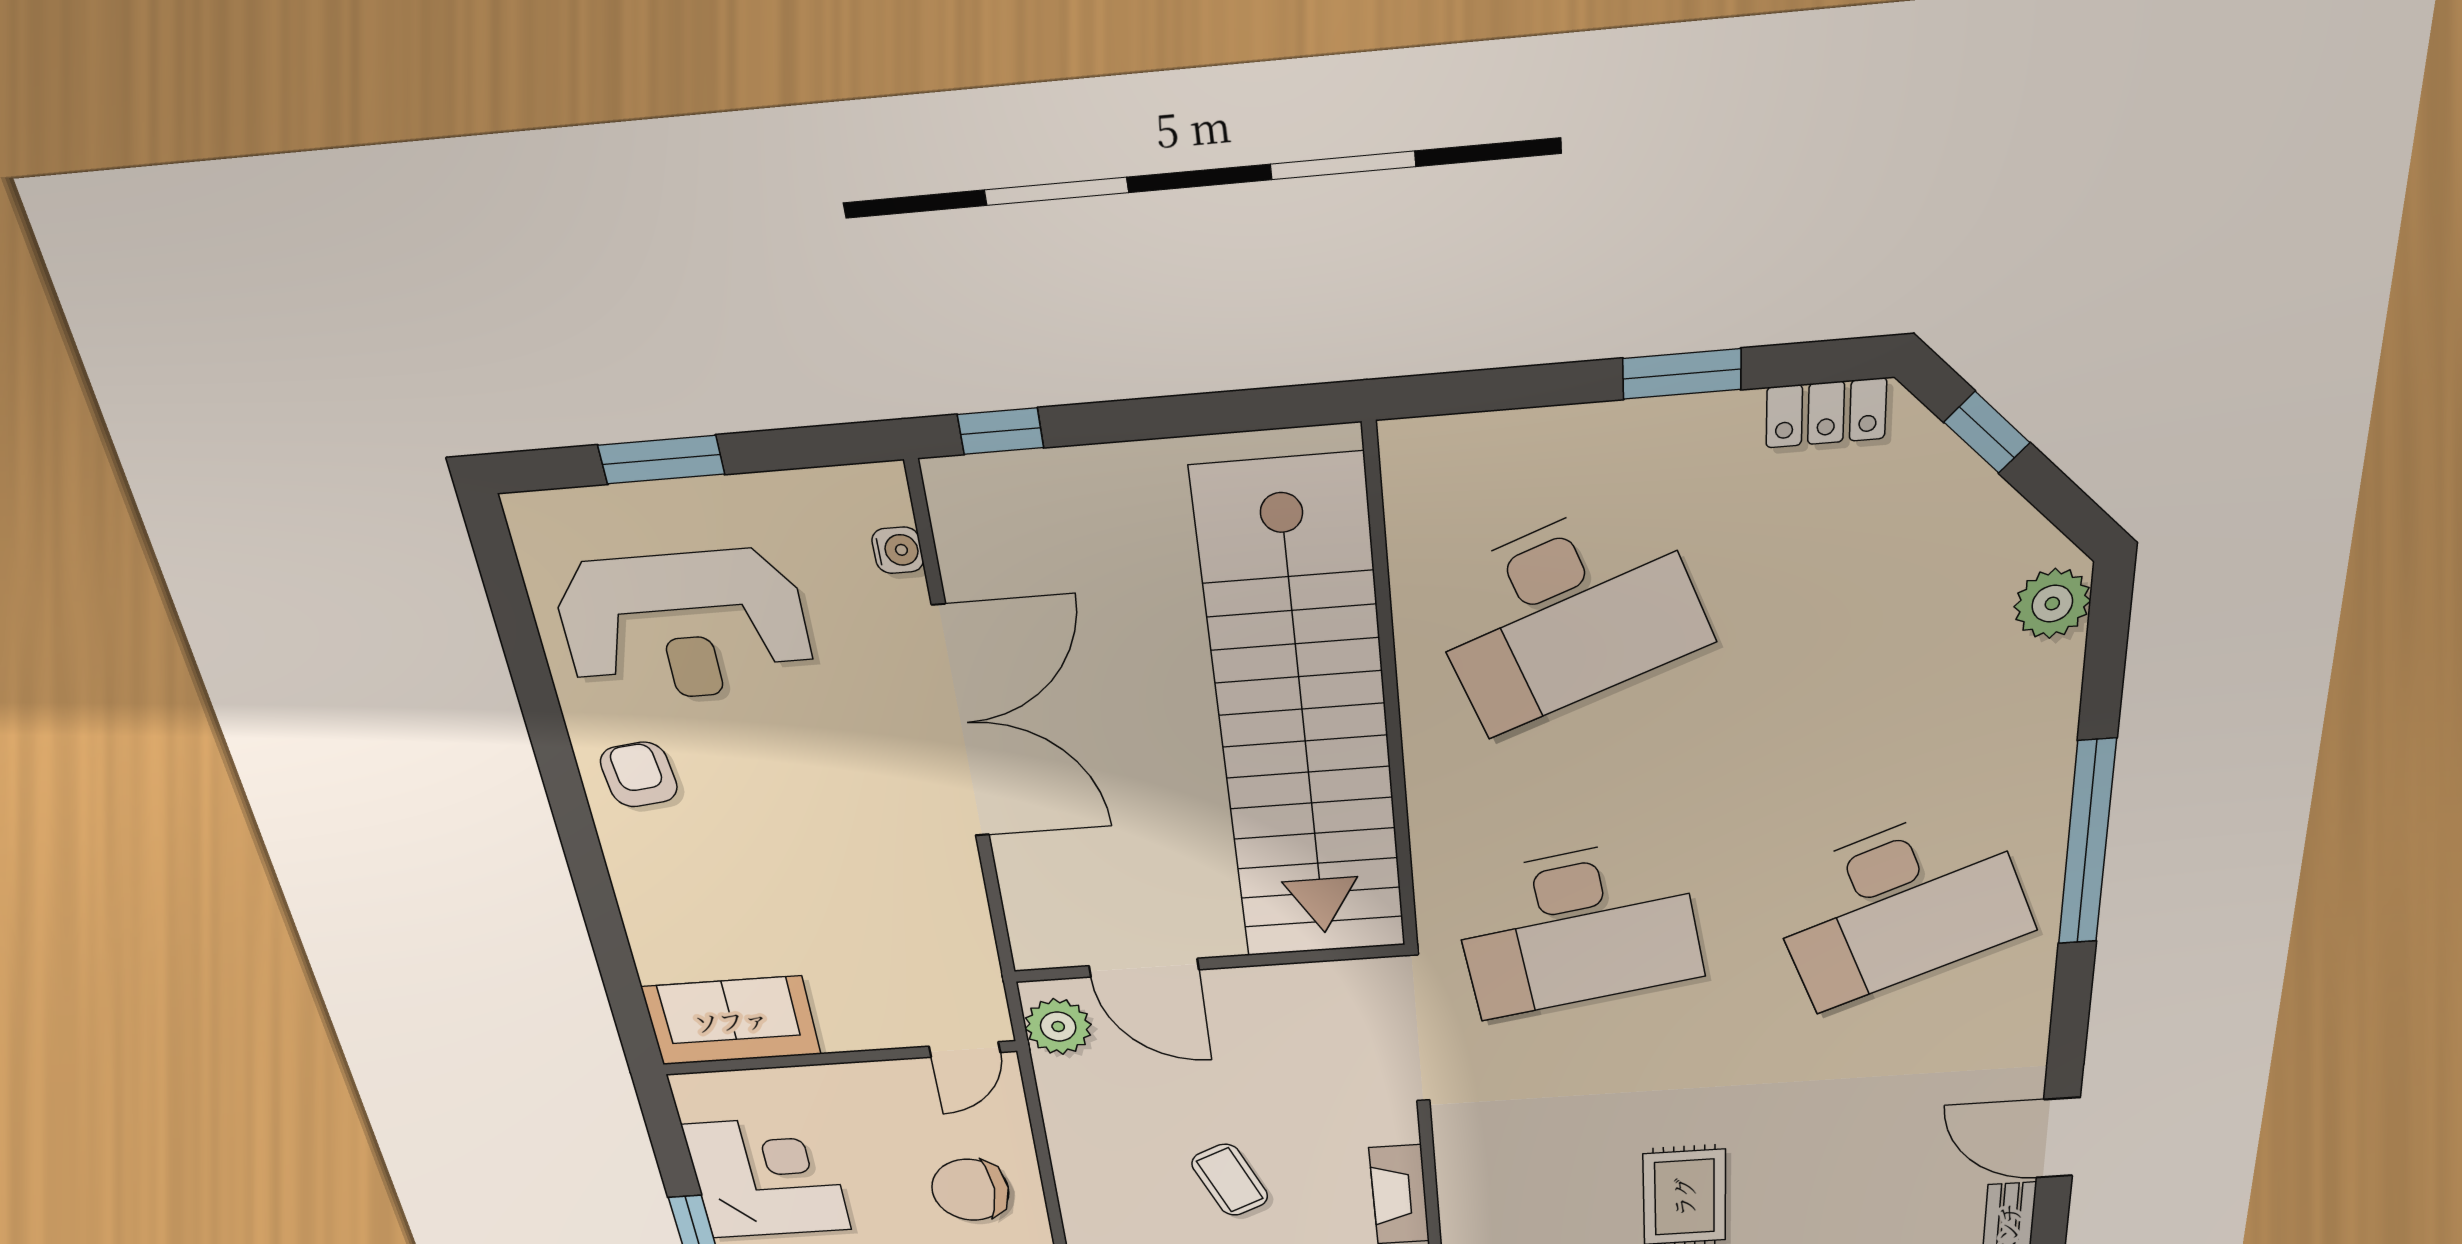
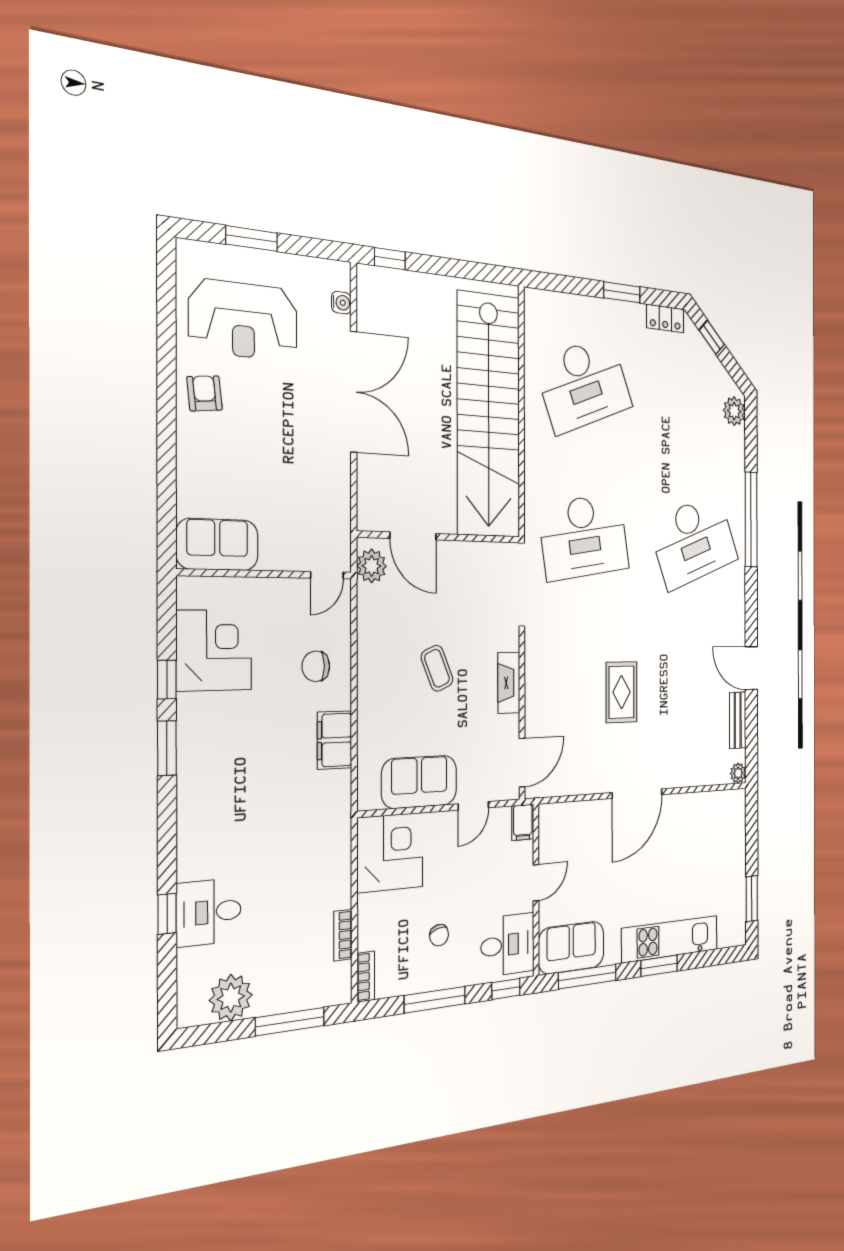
chair: (970, 1190) -> (316, 666), width x0.73, depth x0.73

